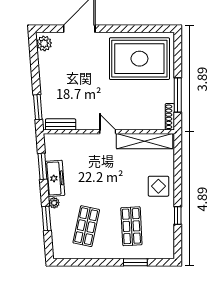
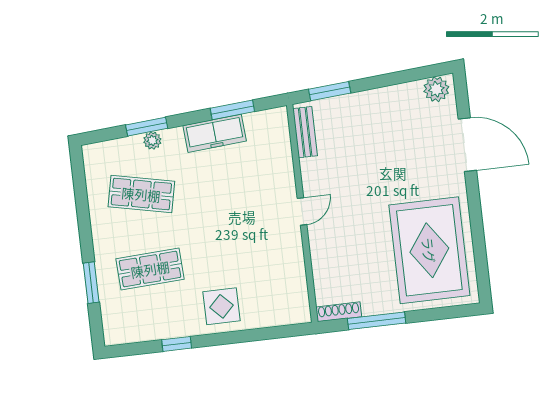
shelving: (145, 141) -> (294, 274), removed
plant: (54, 203) -> (152, 141), moved

